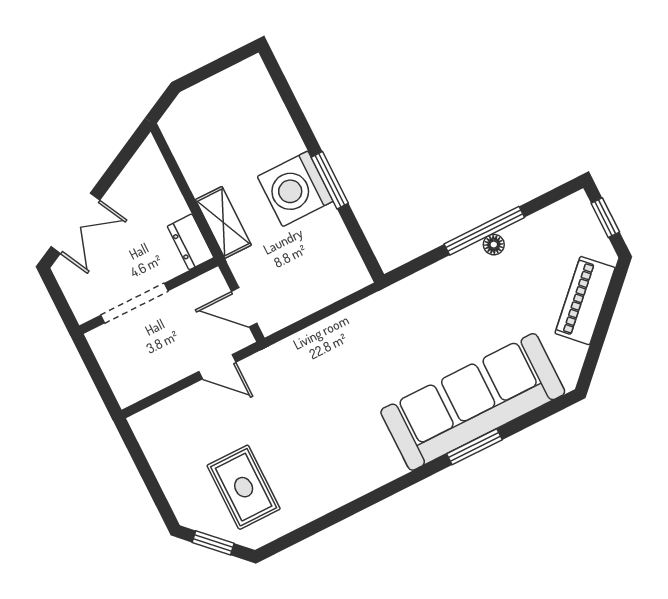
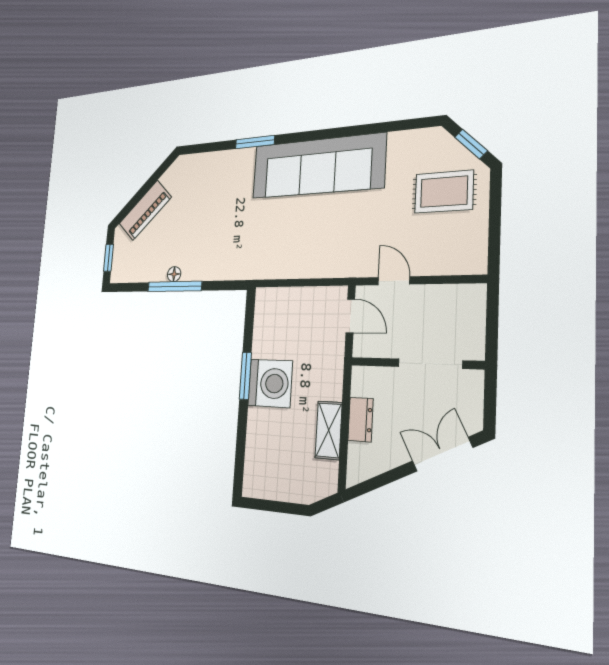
shelving: (223, 222) -> (329, 430), moved
dresser: (190, 242) -> (360, 420), moved
sofa: (473, 402) -> (318, 166), moved
rug: (244, 487) -> (444, 192), moved, turned 90

